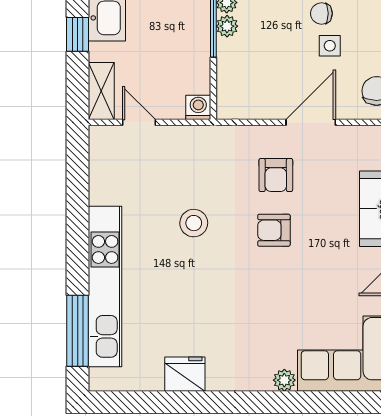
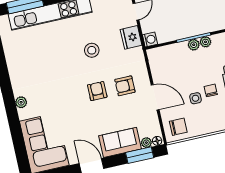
fridge: (185, 374) -> (131, 37), moved, turned 180
plant: (284, 380) -> (21, 102), moved

